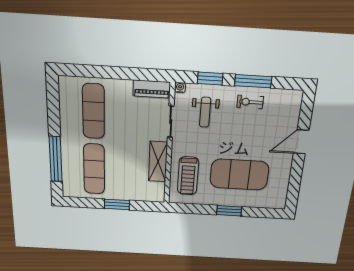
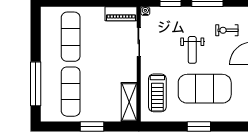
exercise bike: (250, 102) -> (227, 30), moved
weight bench: (205, 112) -> (192, 50), moved
shelving: (158, 162) -> (129, 102), moved

